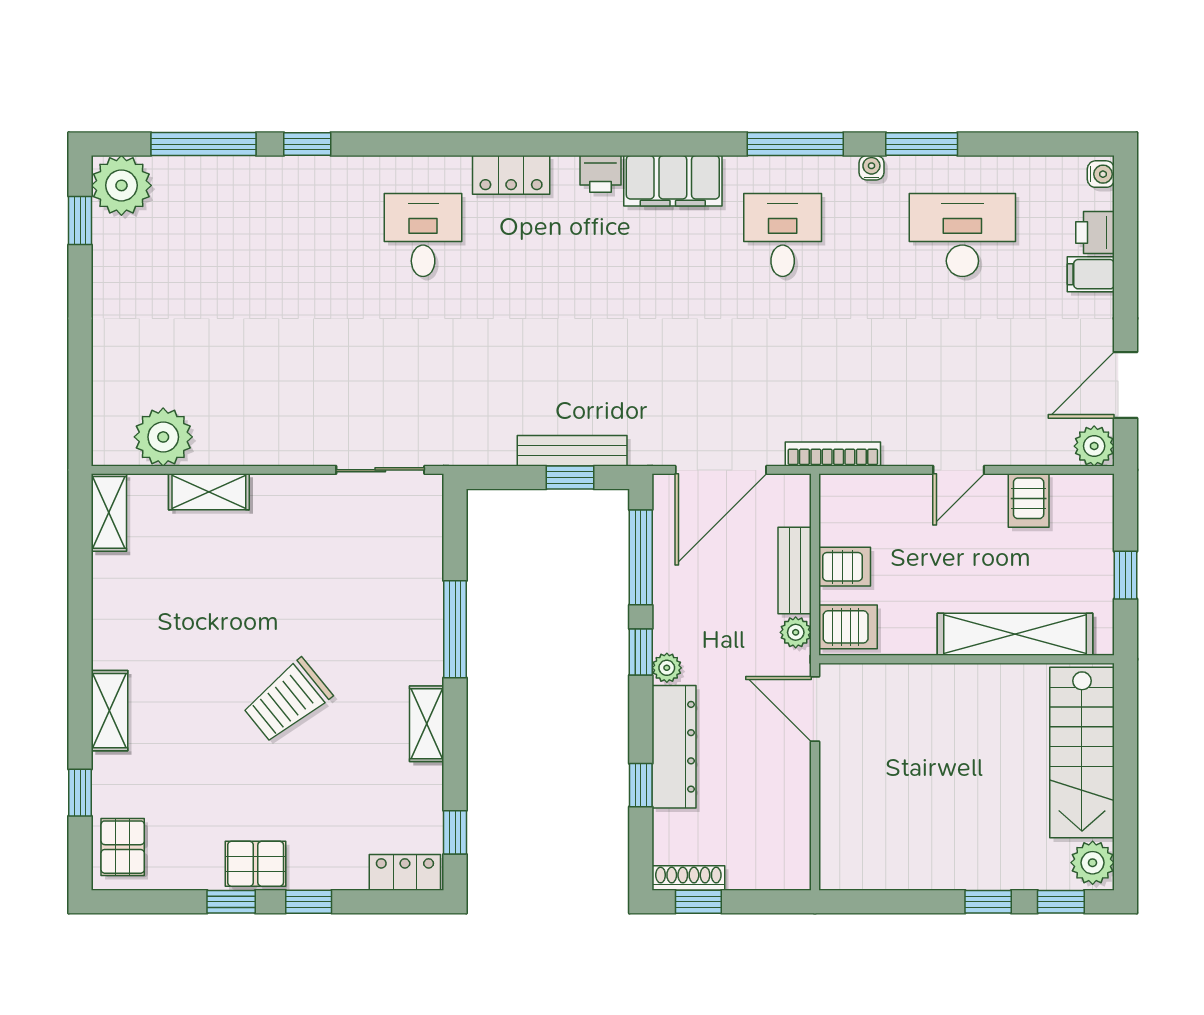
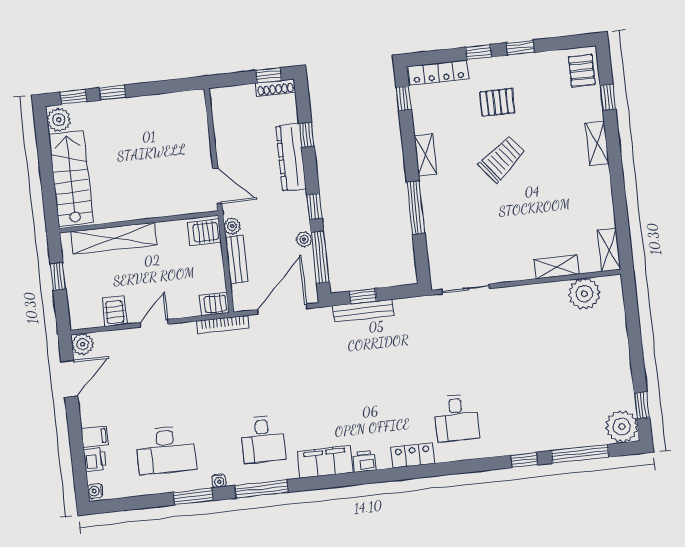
server rack: (845, 567) -> (214, 304), moved
plant: (667, 668) -> (304, 239), moved
pallet: (256, 864) -> (497, 102), moved
locker: (405, 872) -> (438, 73), width x1.53

